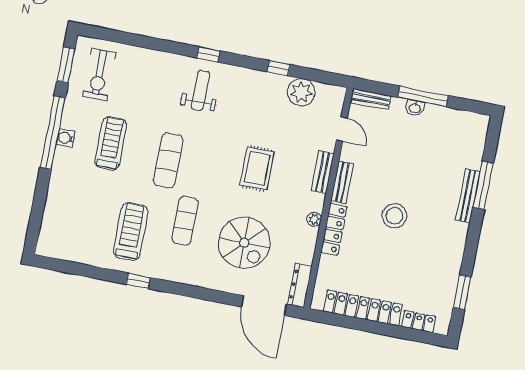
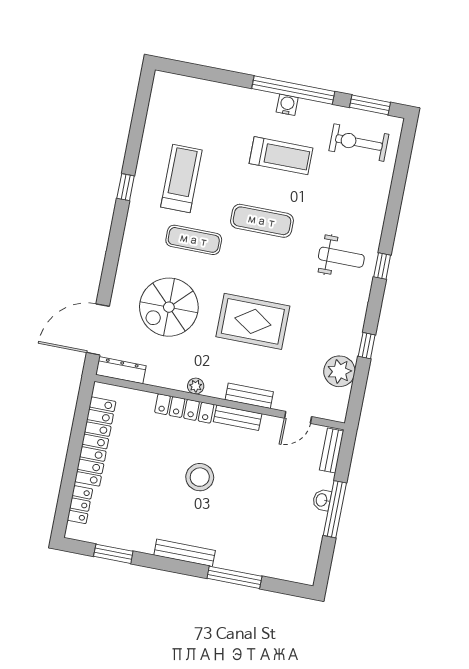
rug: (257, 169) -> (253, 321), width x1.36, depth x1.43
bench: (468, 196) -> (185, 553), moved
treadmill: (131, 232) -> (181, 179), turned -90

